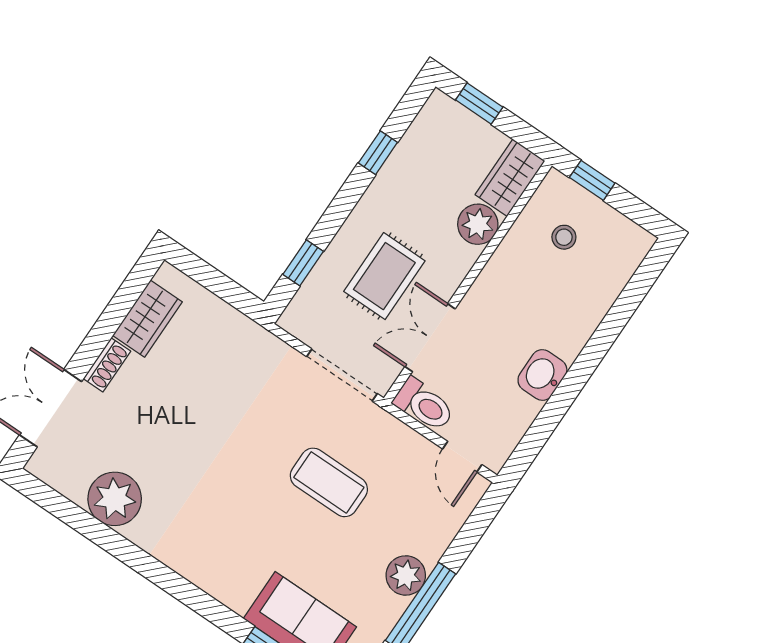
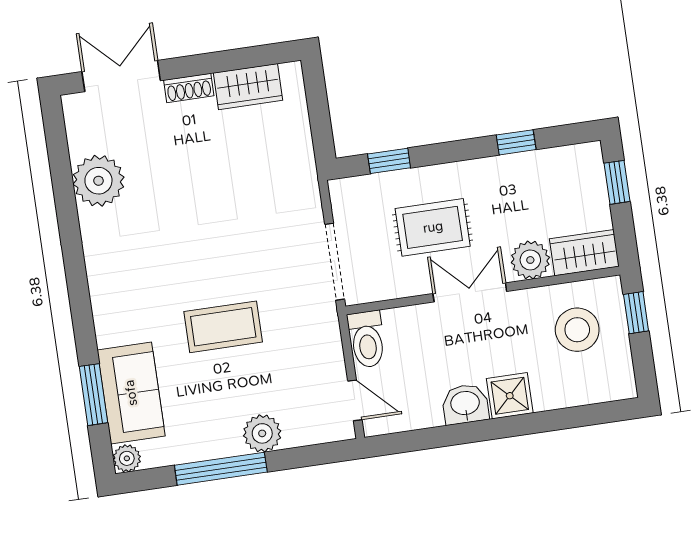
stool: (564, 237) -> (577, 330), width x1.89, depth x1.89
shower: (567, 335) -> (510, 396), added
double door: (430, 338) -> (470, 292), moved
door: (462, 457) -> (355, 400), swing flipped
coffee table: (329, 482) -> (223, 327), moved, turned 90
plant: (406, 575) -> (262, 433), moved

